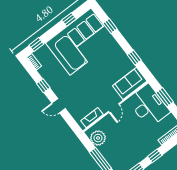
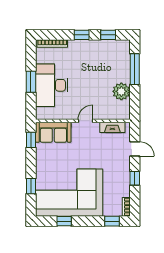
sofa: (130, 83) -> (53, 132), moved
wall: (116, 107) -> (83, 121), moved
door: (114, 108) -> (85, 121), moved
fireplace: (92, 118) -> (112, 127), moved

